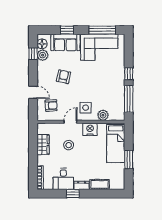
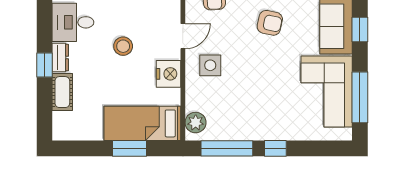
plant: (103, 115) -> (196, 123), moved
door: (70, 122) -> (183, 36), hinge flipped
stool: (69, 145) -> (123, 46), moved
window: (129, 160) -> (130, 148), moved
window: (73, 194) -> (45, 65), moved

